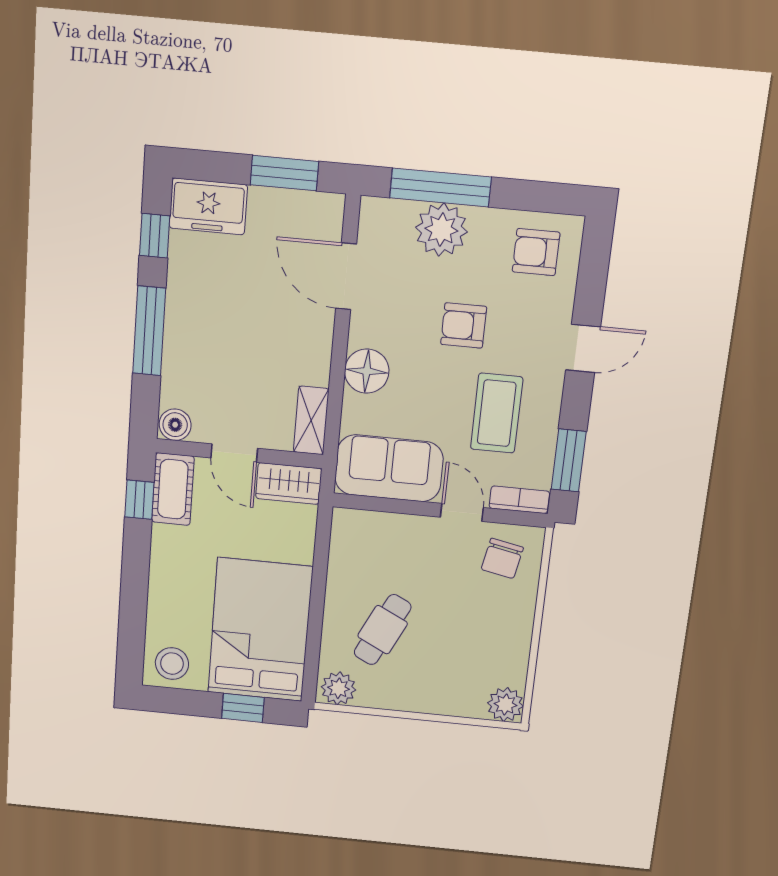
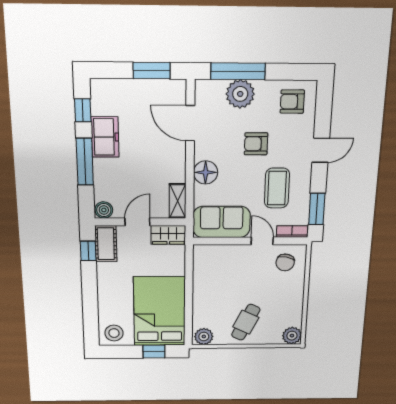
freezer: (208, 206) -> (105, 137), moved, turned -90
door: (234, 453) -> (137, 222), swing flipped
cafe table: (383, 630) -> (246, 322), moved

